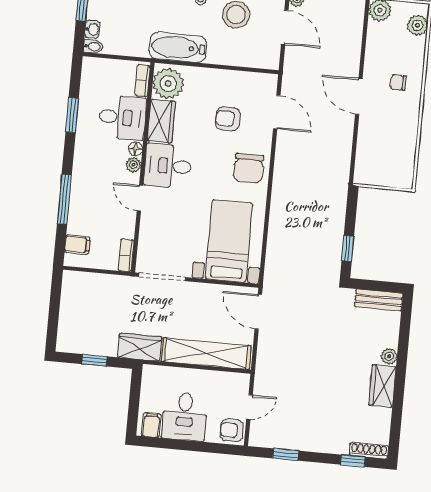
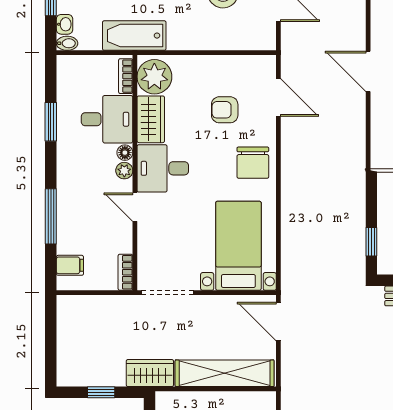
bathtub: (178, 47) -> (134, 36), moved

